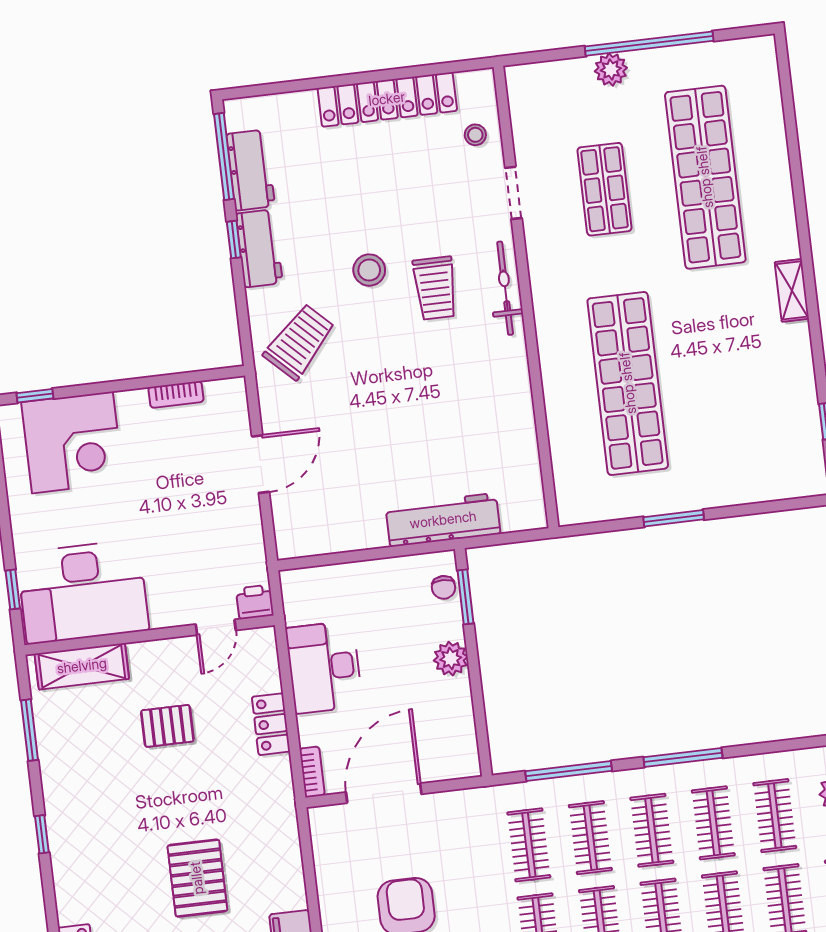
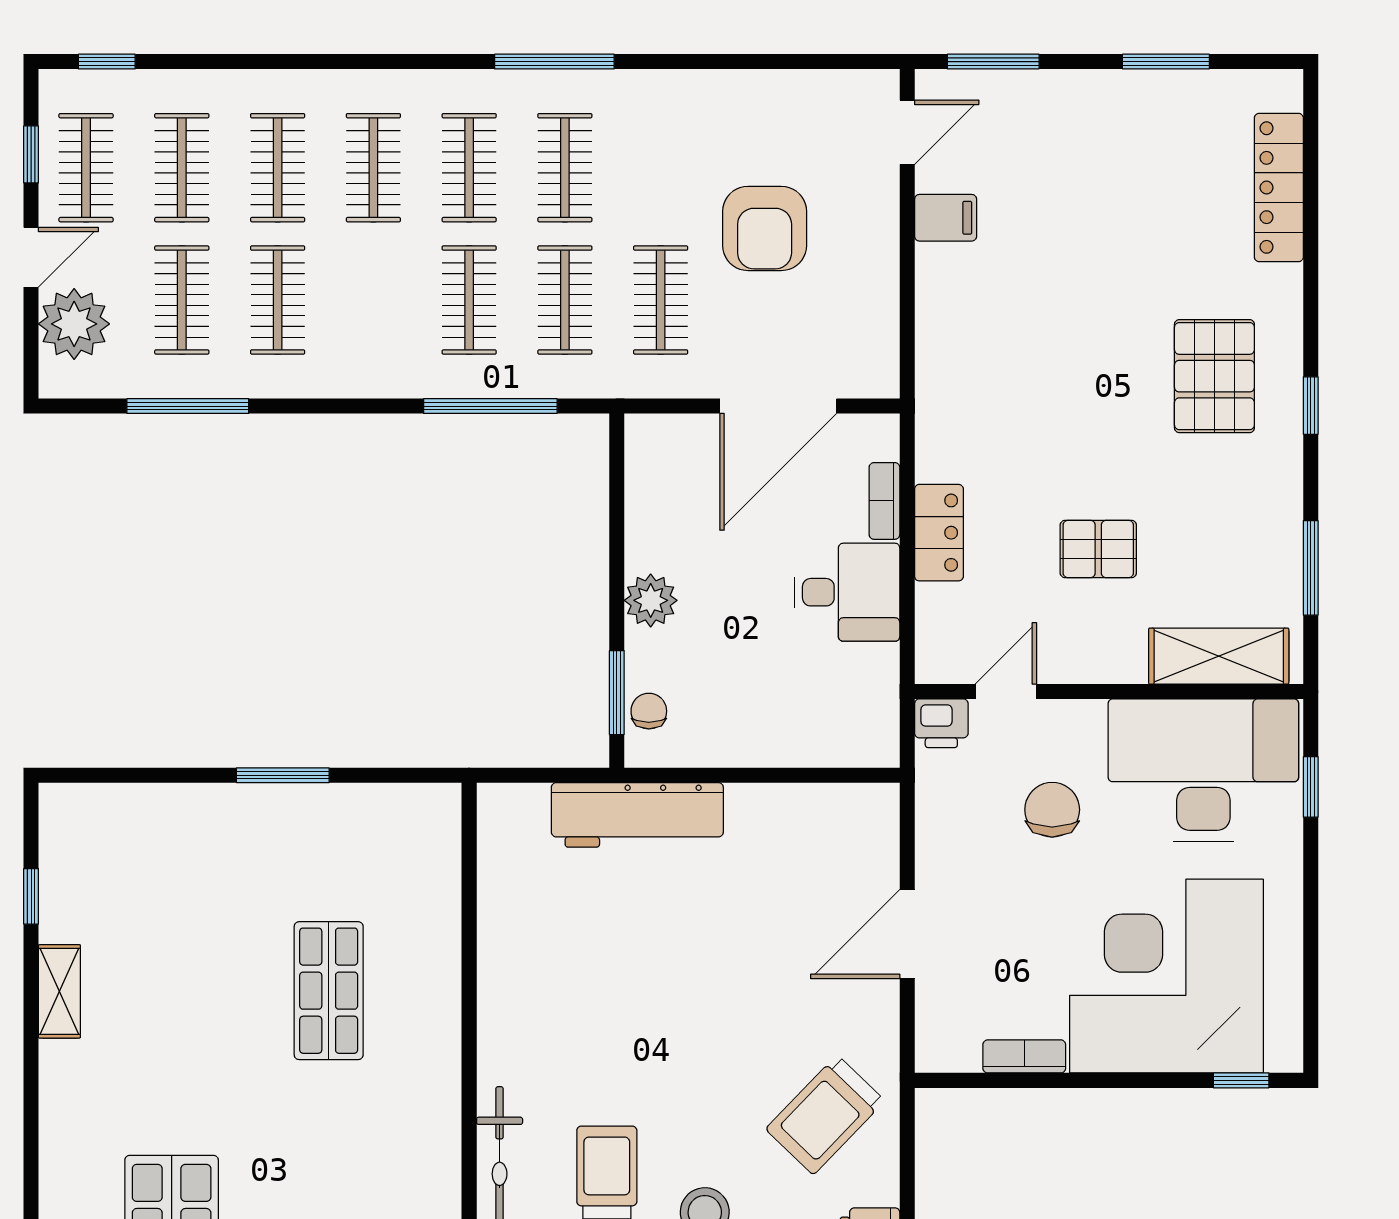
shelving: (792, 290) -> (59, 991), moved
shop shelf: (628, 383) -> (329, 991), width x0.50, depth x0.74
corner desk: (72, 442) -> (1166, 976), width x1.36, depth x1.36
chair: (177, 555) -> (1052, 810), added
desk: (324, 667) -> (847, 592), width x0.73
window: (683, 757) -> (188, 406), moved
bookcase: (312, 772) -> (884, 501), moved
clothes rail: (652, 830) -> (661, 300), moved
pallet: (197, 878) -> (1214, 376), moved

